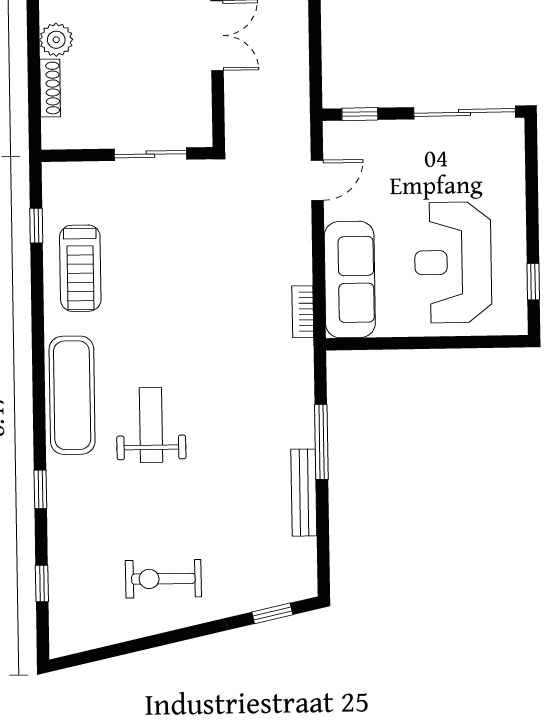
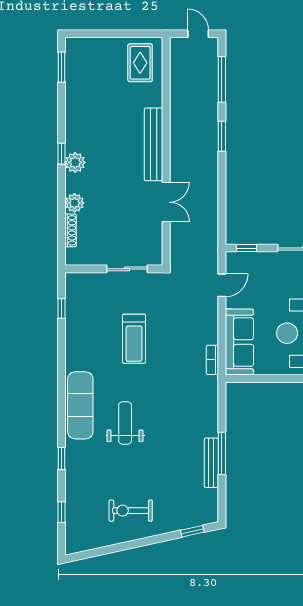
treadmill: (80, 268) -> (134, 339), moved
window: (321, 442) -> (222, 453), moved

